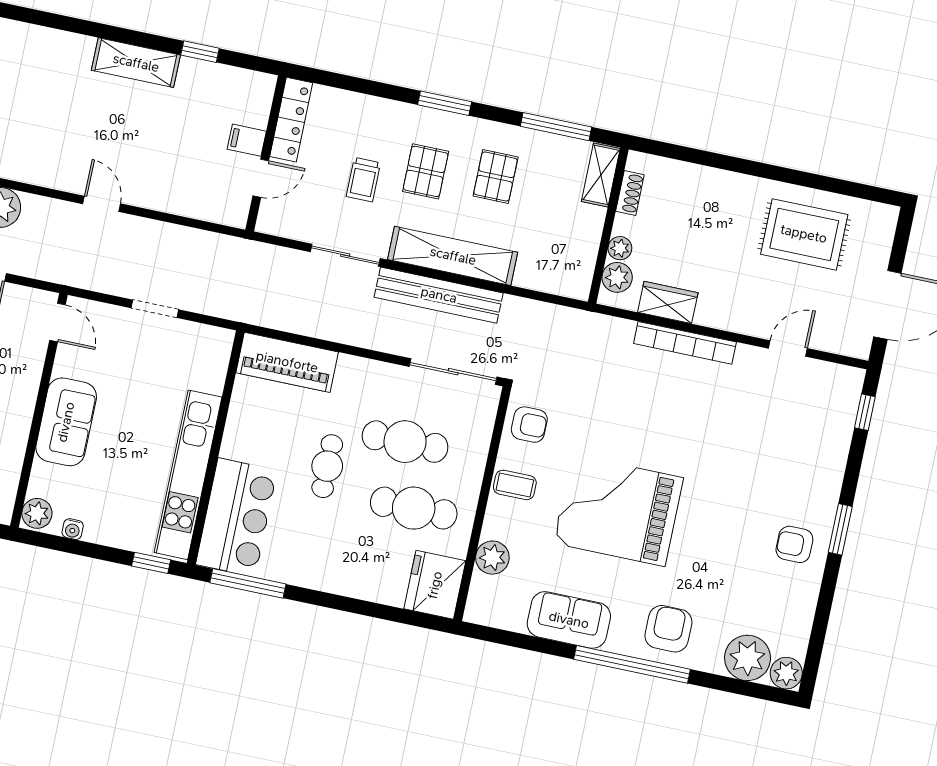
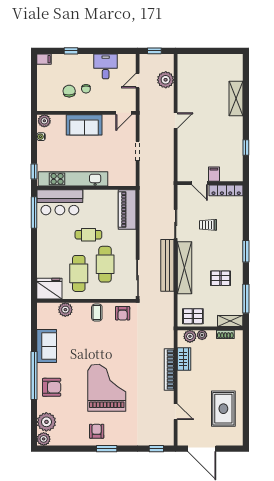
shelving: (136, 63) -> (236, 98), moved
pallet: (426, 171) -> (193, 316), moved
grand piano: (618, 511) -> (107, 388), moved

